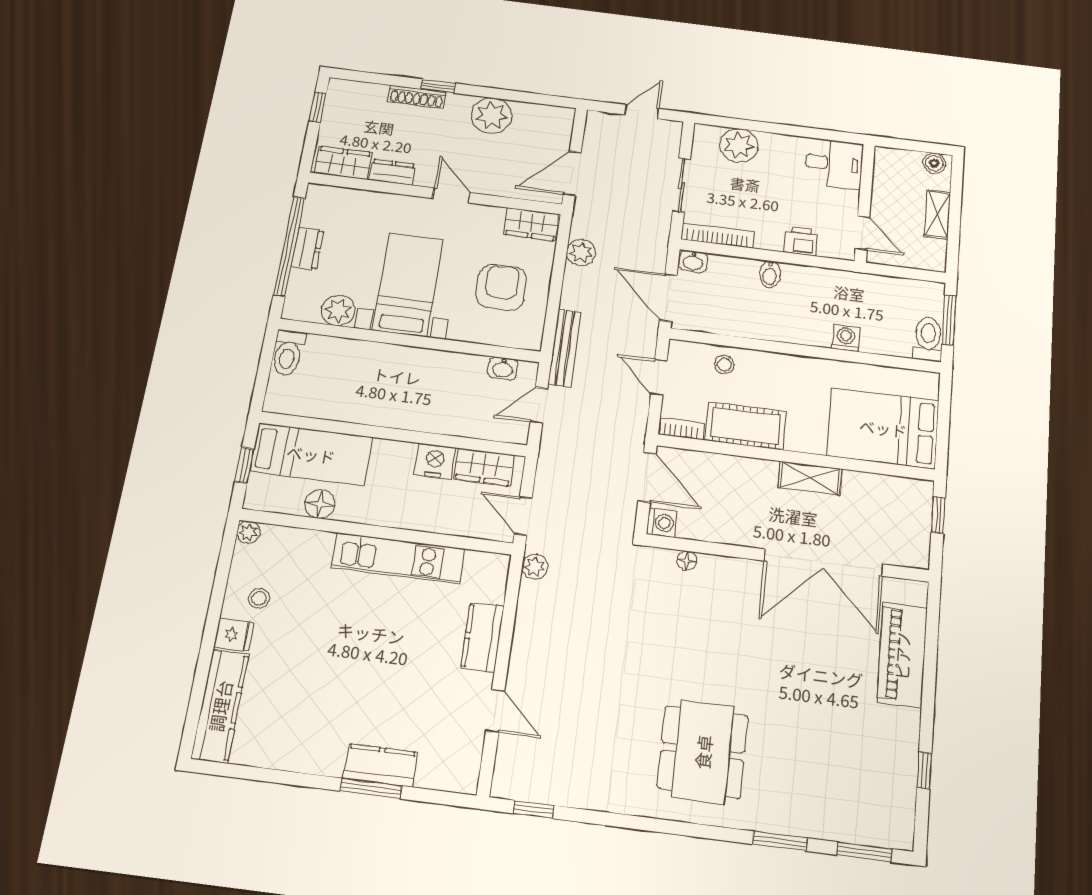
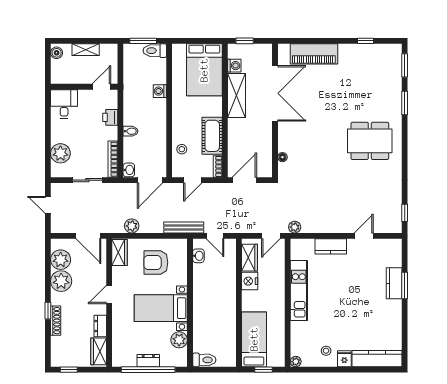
plant: (533, 120) -> (61, 260), added
shelving: (810, 478) -> (237, 95), width x1.50, depth x1.33
floor lamp: (320, 504) -> (278, 331), removed
washing machine: (662, 523) -> (234, 66), moved, turned 90

